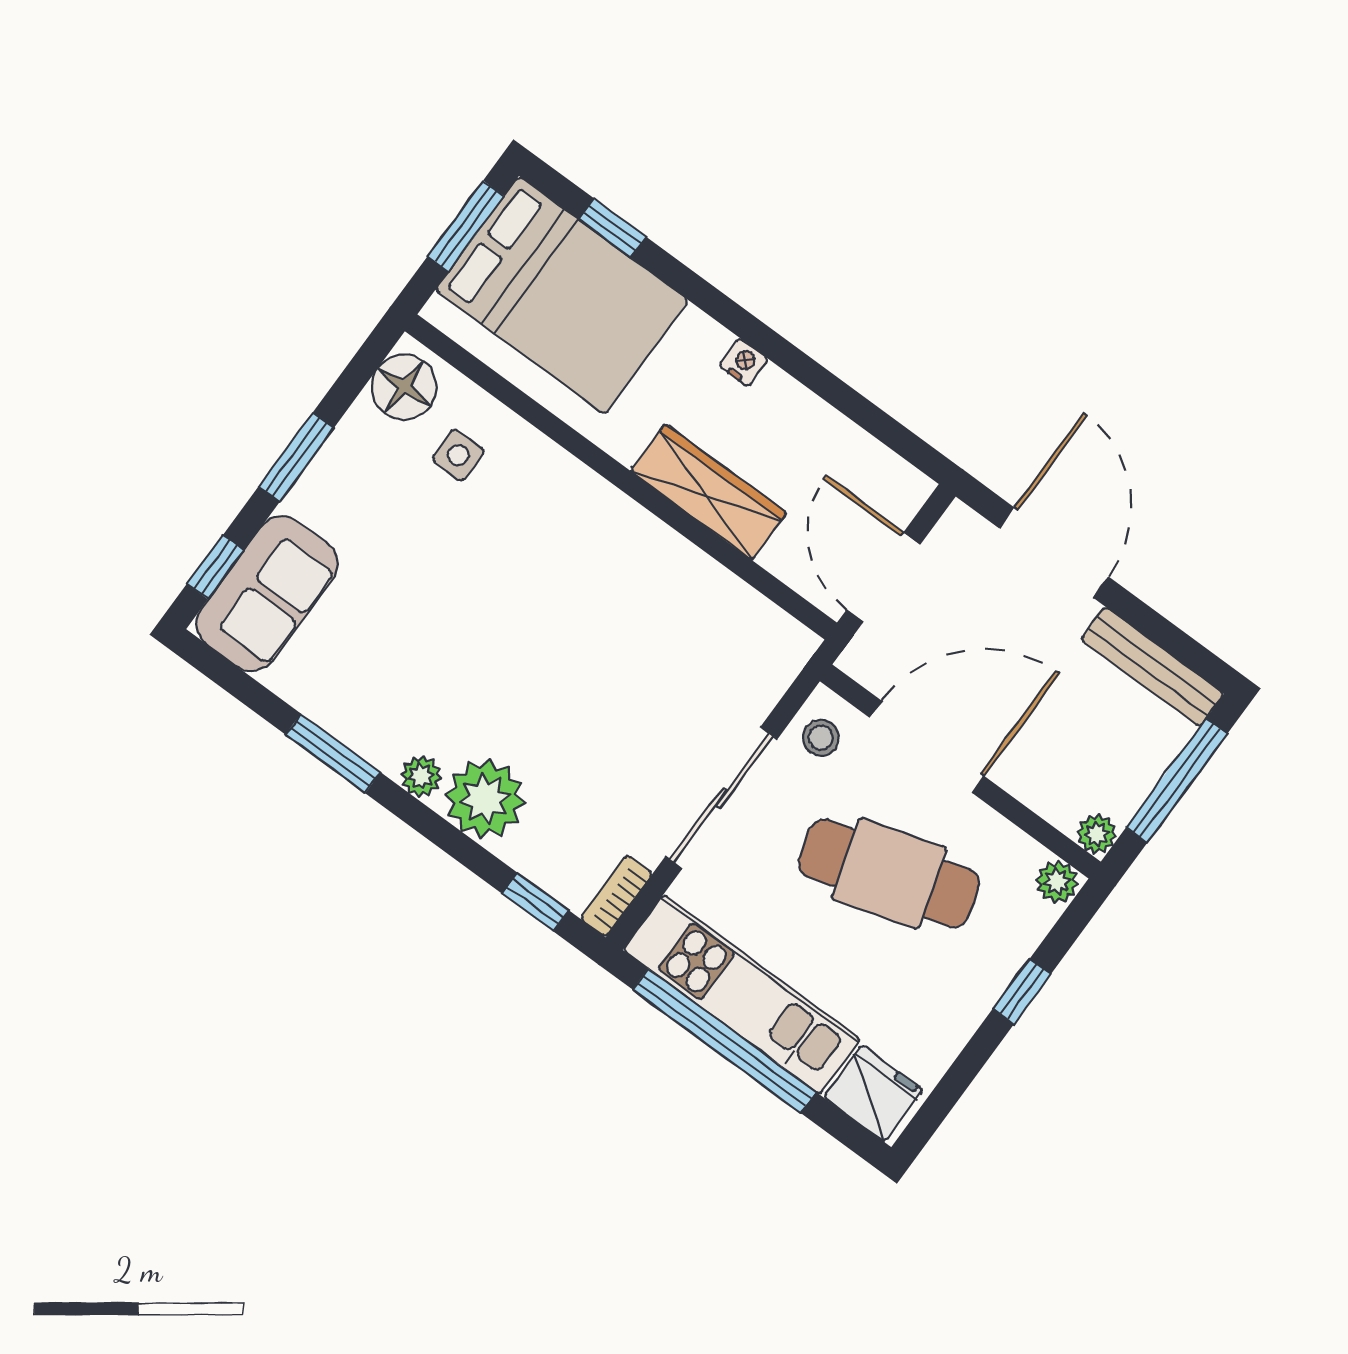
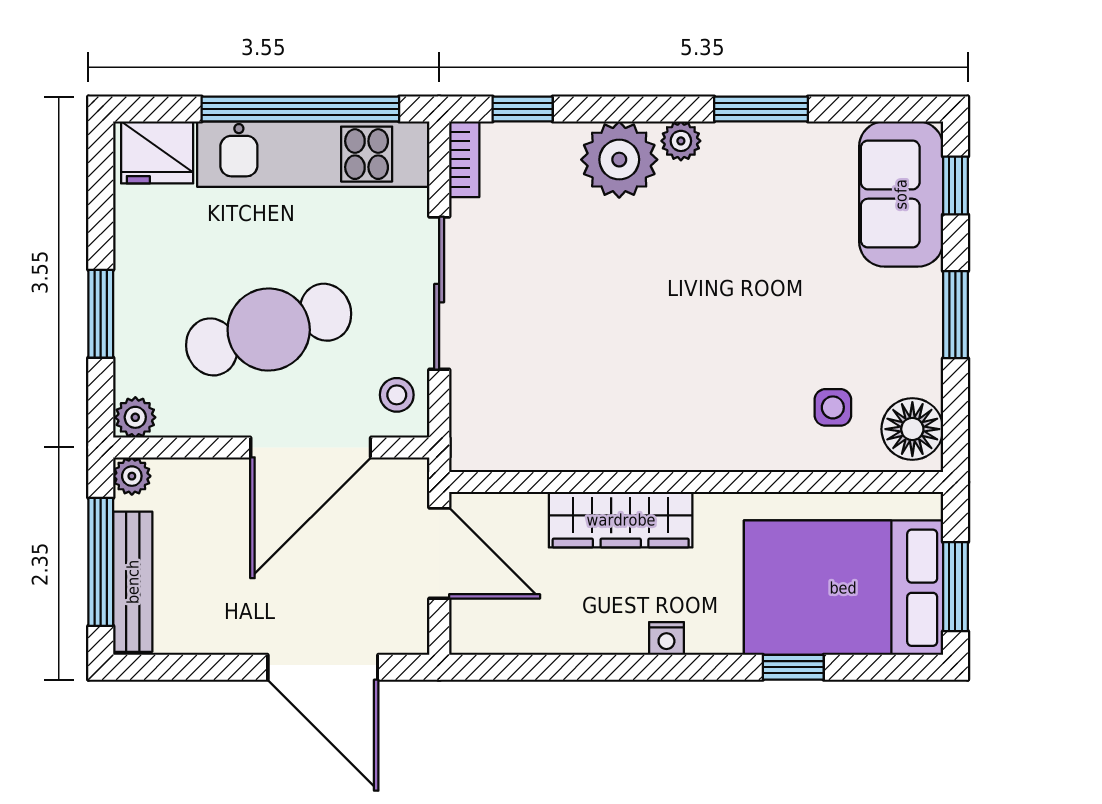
window: (612, 228) -> (793, 667), moved
bench: (1152, 667) -> (133, 582), moved, turned 90
window: (1022, 991) -> (101, 314), width x1.50

